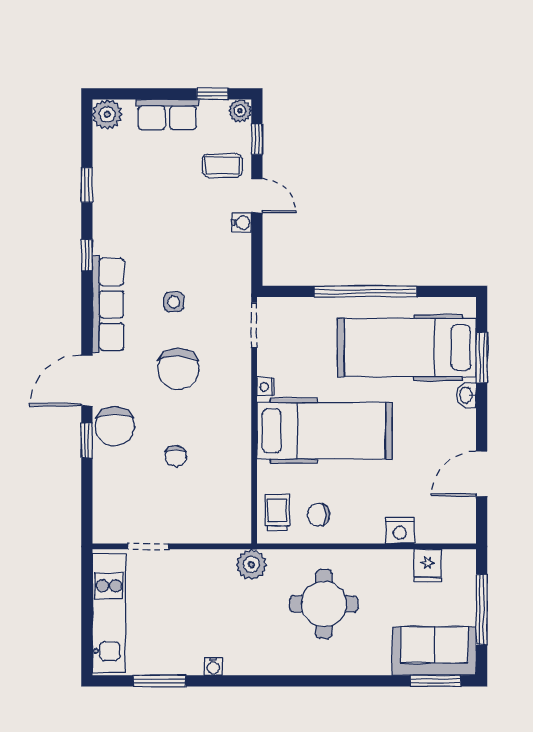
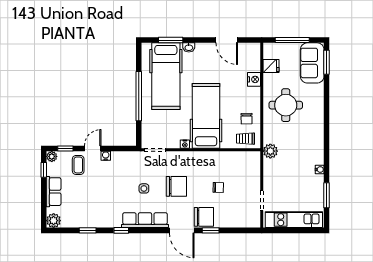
round table: (324, 604) -> (286, 105), moved

